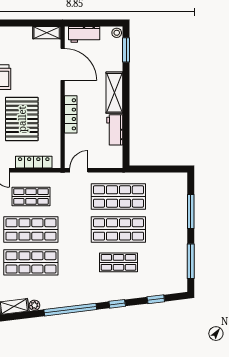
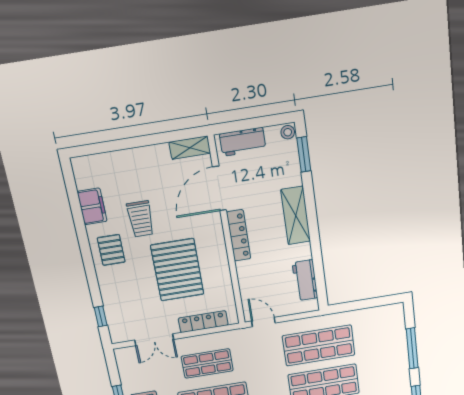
door: (63, 64) -> (219, 188), swing flipped
locker: (71, 114) -> (239, 235), moved
workbench: (115, 130) -> (305, 280), moved
door: (79, 170) -> (263, 322), hinge flipped

